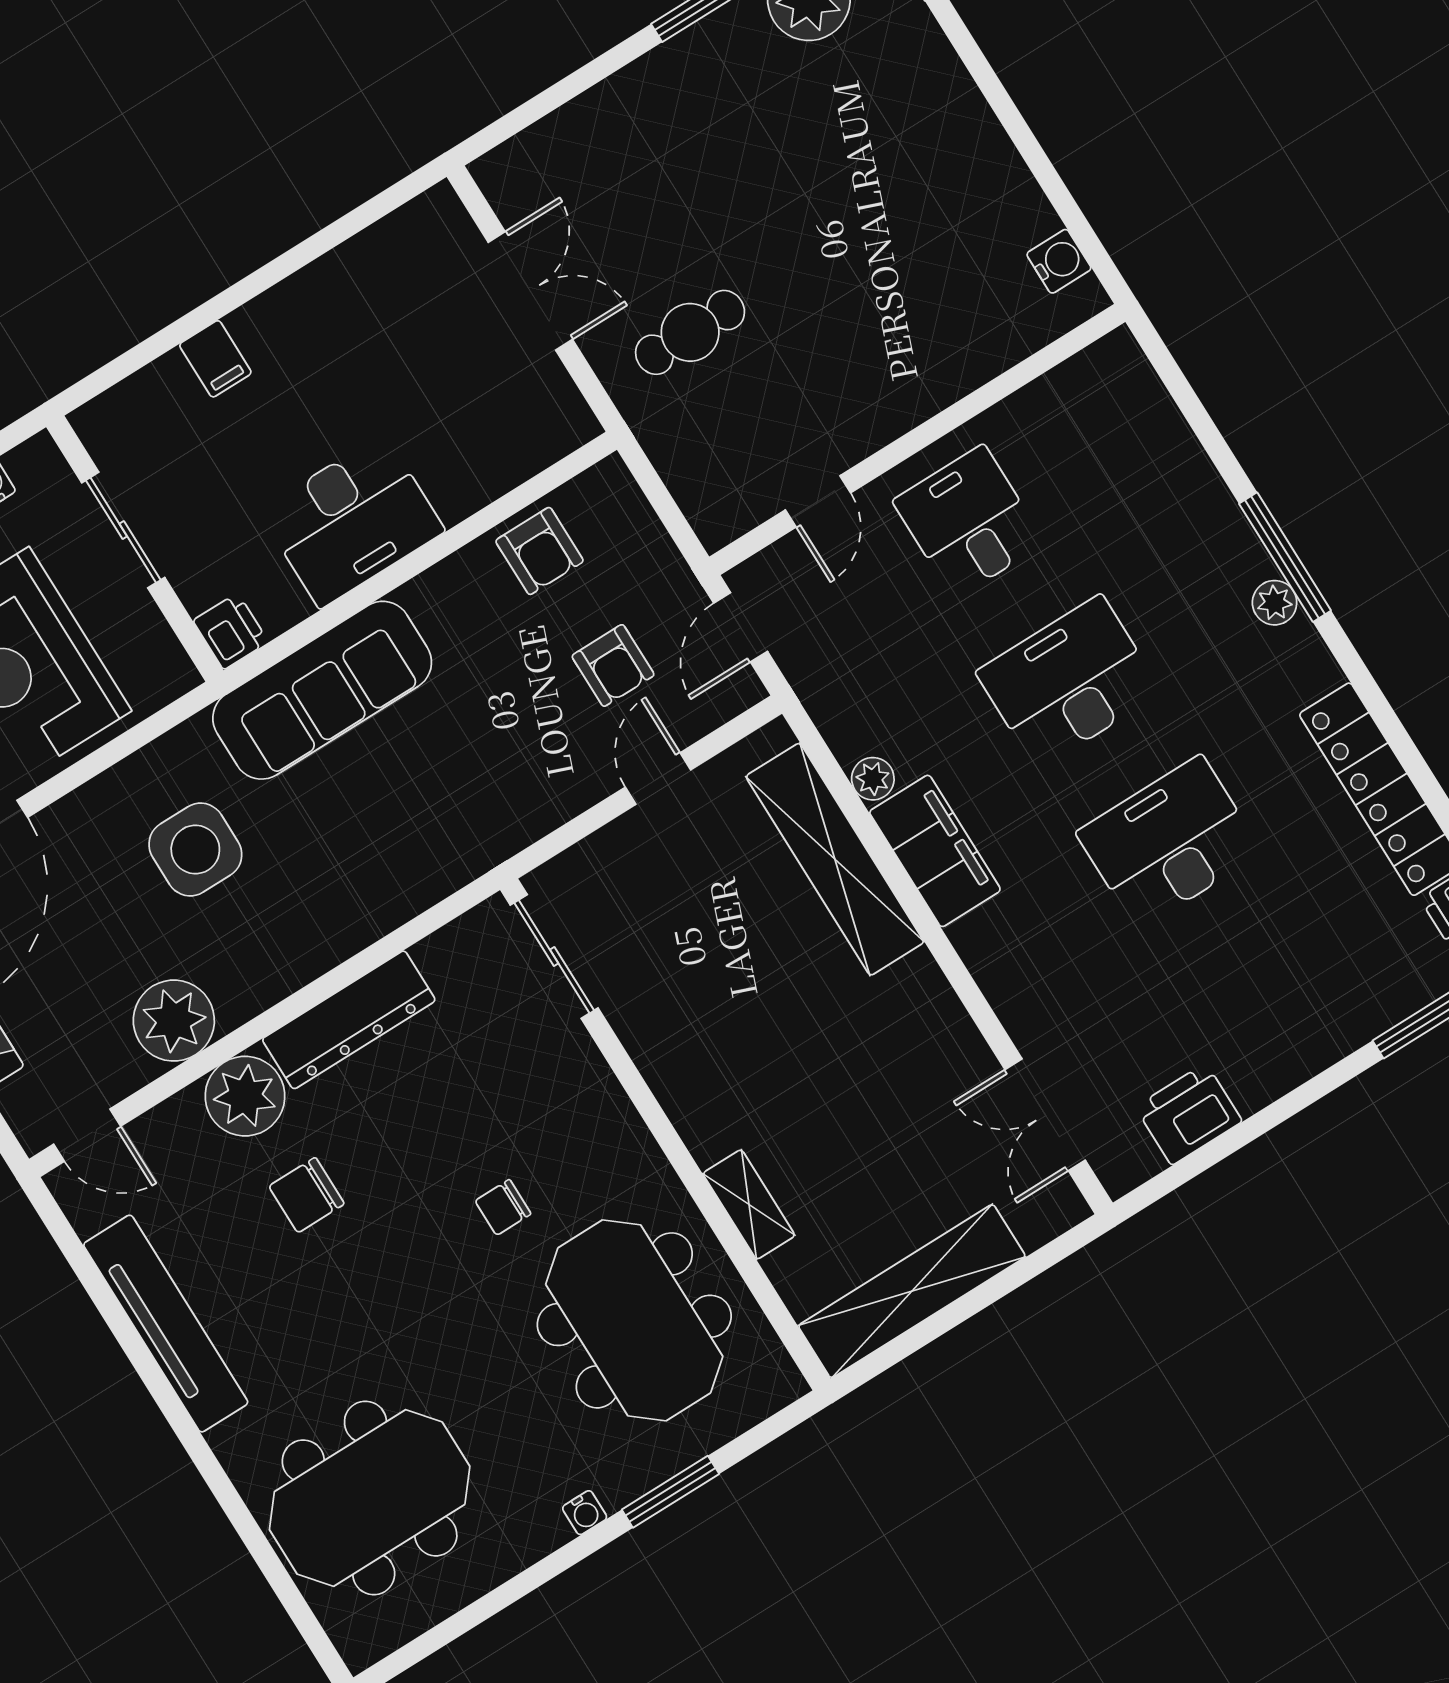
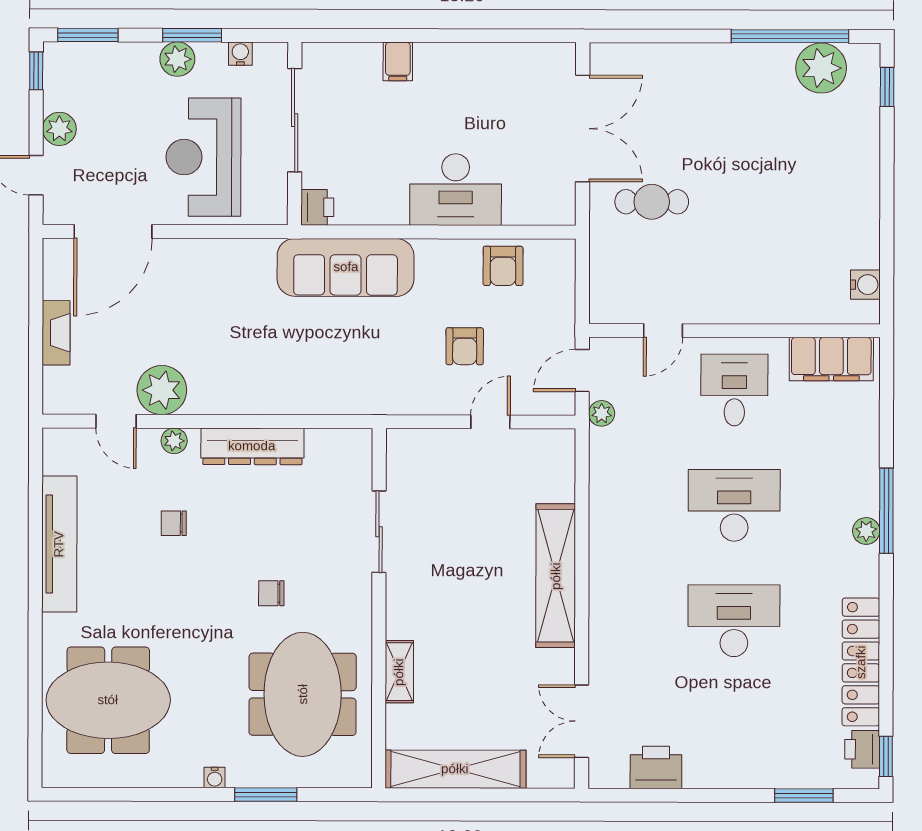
double door: (530, 291) -> (583, 129), width x1.37
desk: (352, 521) -> (456, 190), moved
sliding door: (123, 530) -> (295, 120), width x1.37
armchair: (613, 665) -> (465, 346), moved
plant: (873, 779) -> (602, 413), moved
side table: (195, 850) -> (228, 309), removed
filing cabinet: (935, 851) -> (831, 359), moved, turned 90
shelving: (835, 859) -> (556, 576), moved
sliding door: (554, 957) -> (379, 532), moved
plant: (245, 1096) -> (174, 441), width x0.53, depth x0.53
door: (87, 1135) -> (116, 421), moved
chair: (307, 1195) -> (174, 523), width x0.73, depth x0.73

